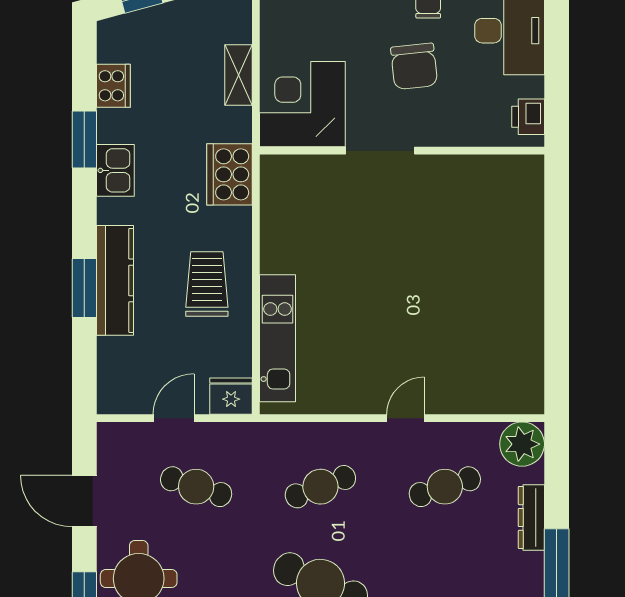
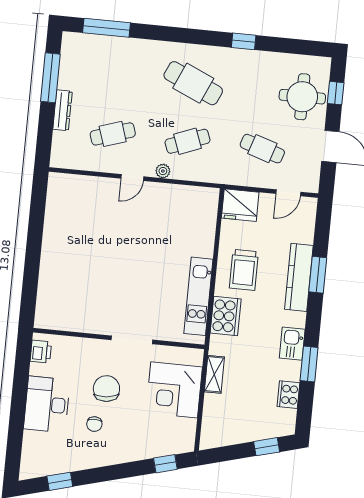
shelving: (239, 75) -> (214, 374), moved
corner desk: (302, 104) -> (174, 390), moved, turned 90
cooker: (229, 174) -> (226, 316), moved
kitchen unit: (278, 338) -> (198, 296), moved
fridge: (231, 396) -> (240, 205), width x1.36, depth x1.34
door: (174, 418) -> (288, 193), moved
plant: (522, 444) -> (163, 171), moved, width x0.53, depth x0.53

